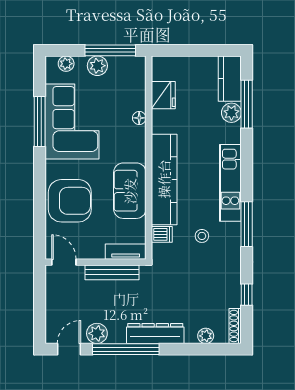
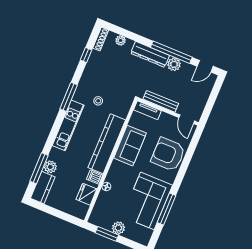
window: (110, 50) -> (107, 234), width x0.69
plant: (66, 64) -> (137, 237), removed
dishwasher: (162, 234) -> (95, 177), moved
plant: (97, 333) -> (174, 64), moved

